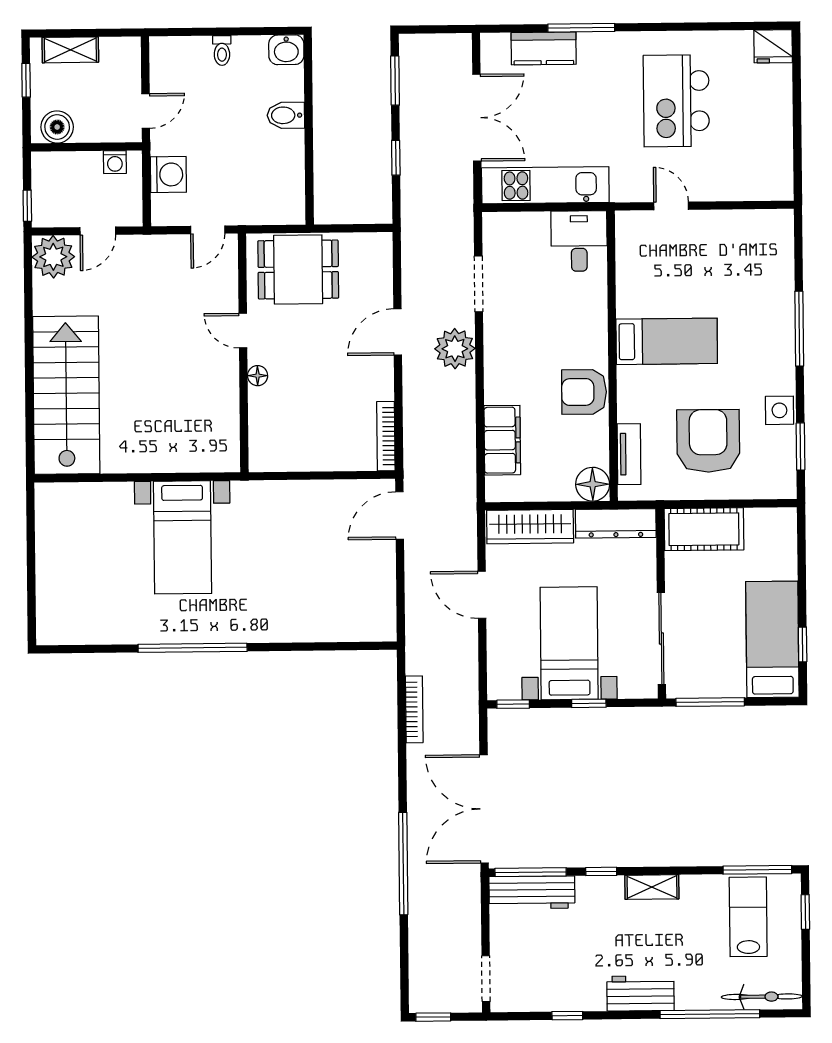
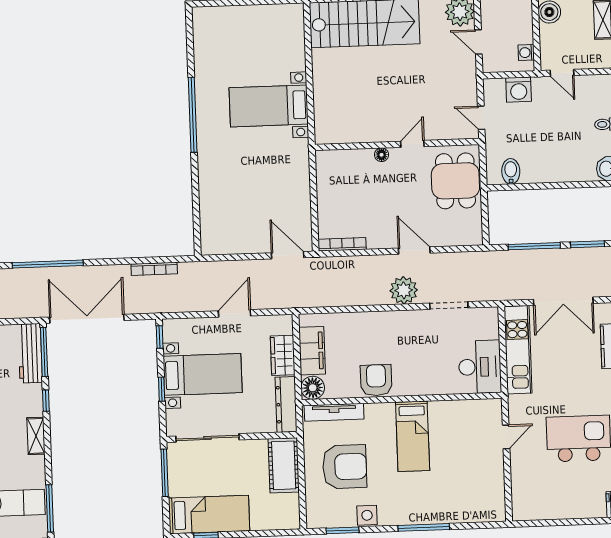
bidet: (286, 115) -> (511, 171), moved
window: (396, 158) -> (534, 246), width x2.17
desk: (579, 241) -> (480, 367), width x1.37
filing cabinet: (502, 440) -> (312, 351), moved, turned -90
tv unit: (629, 454) -> (334, 412), width x1.41
wardrobe: (530, 527) -> (283, 355), width x0.67

